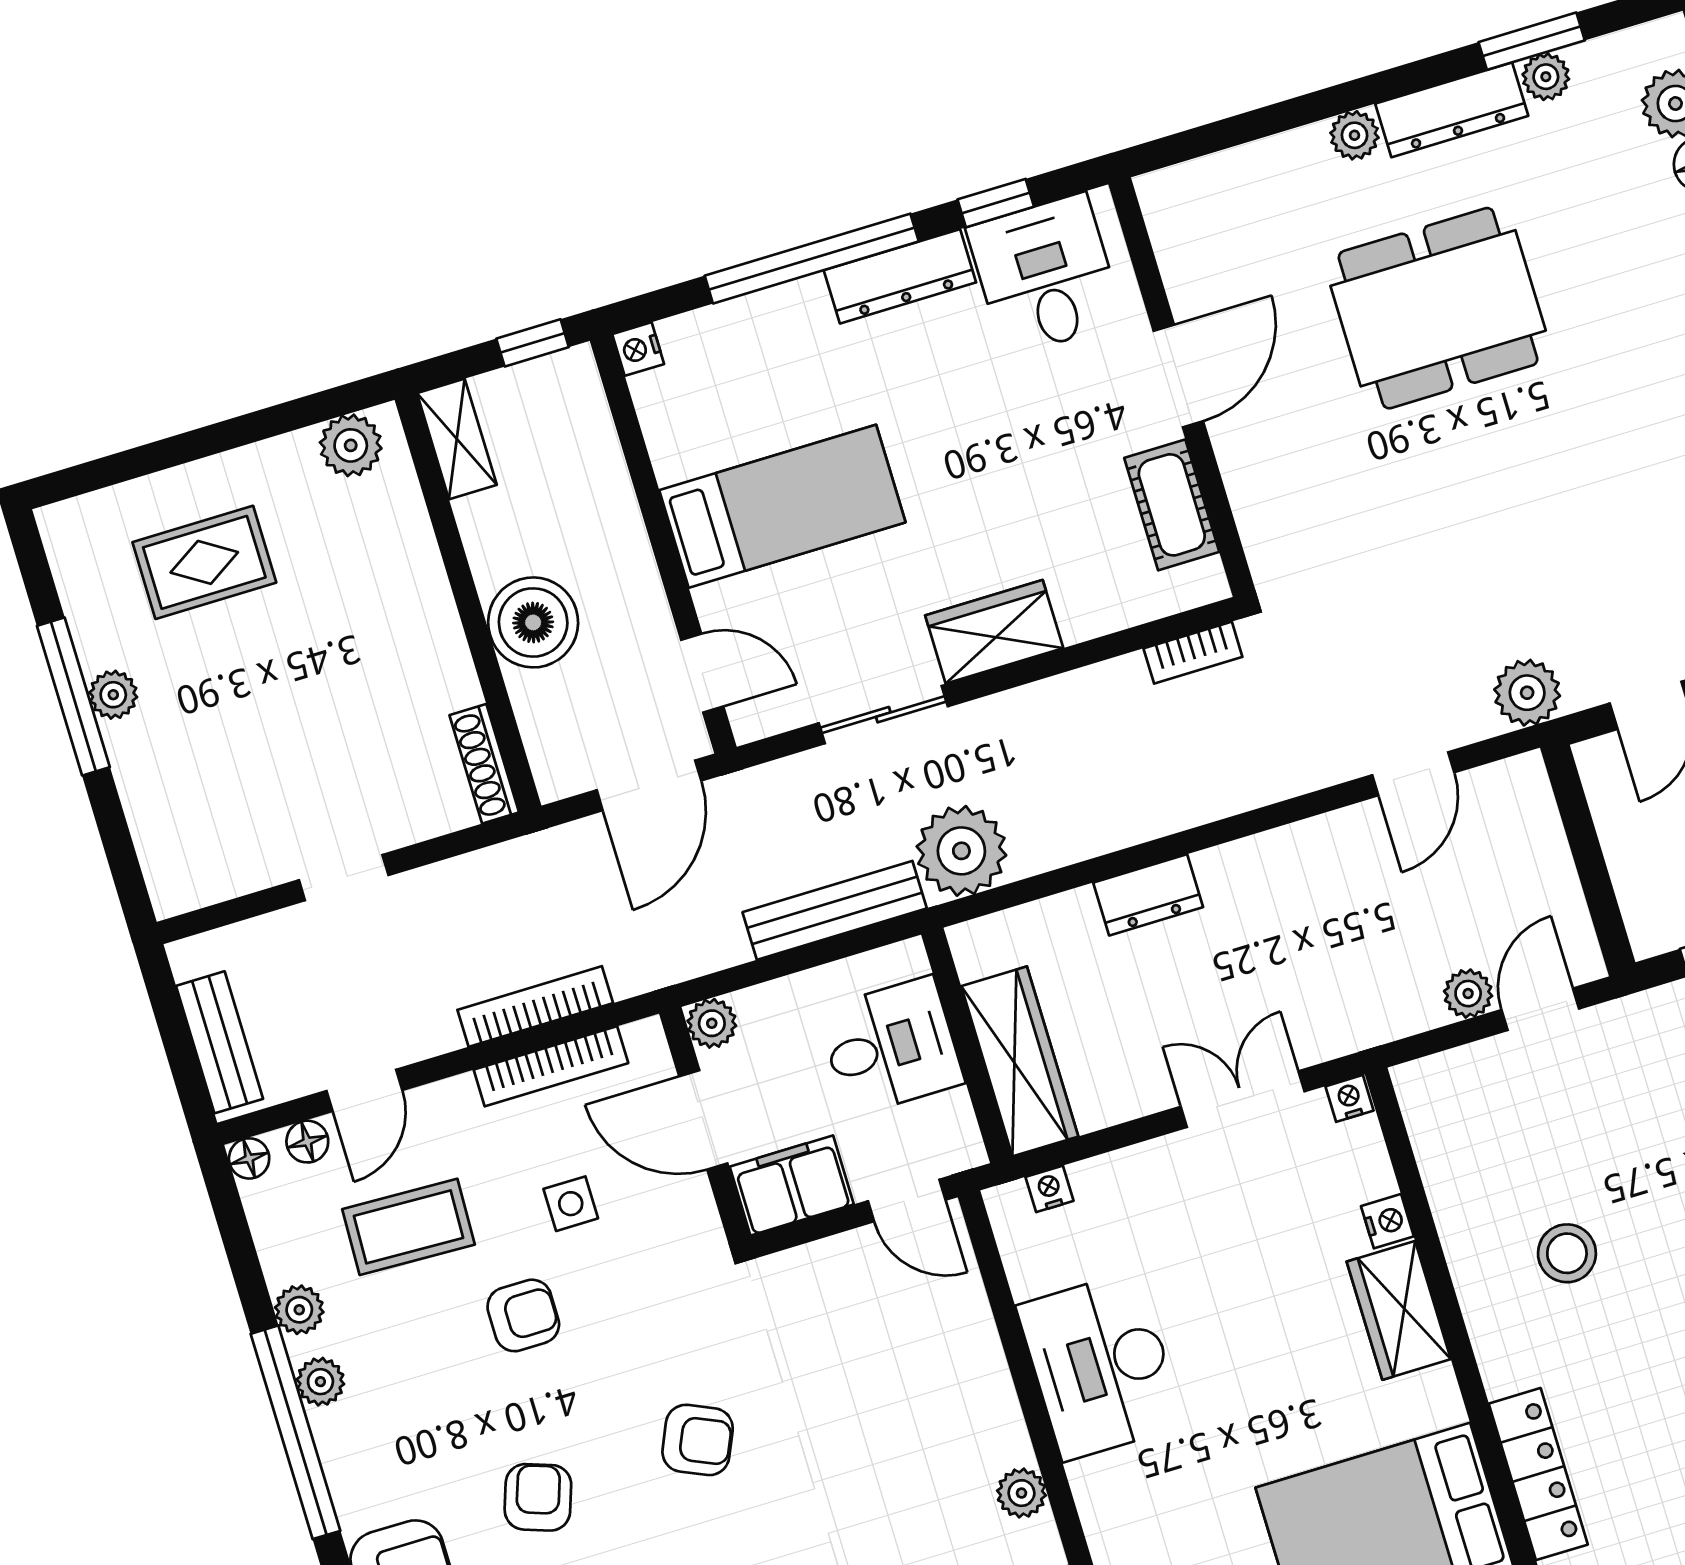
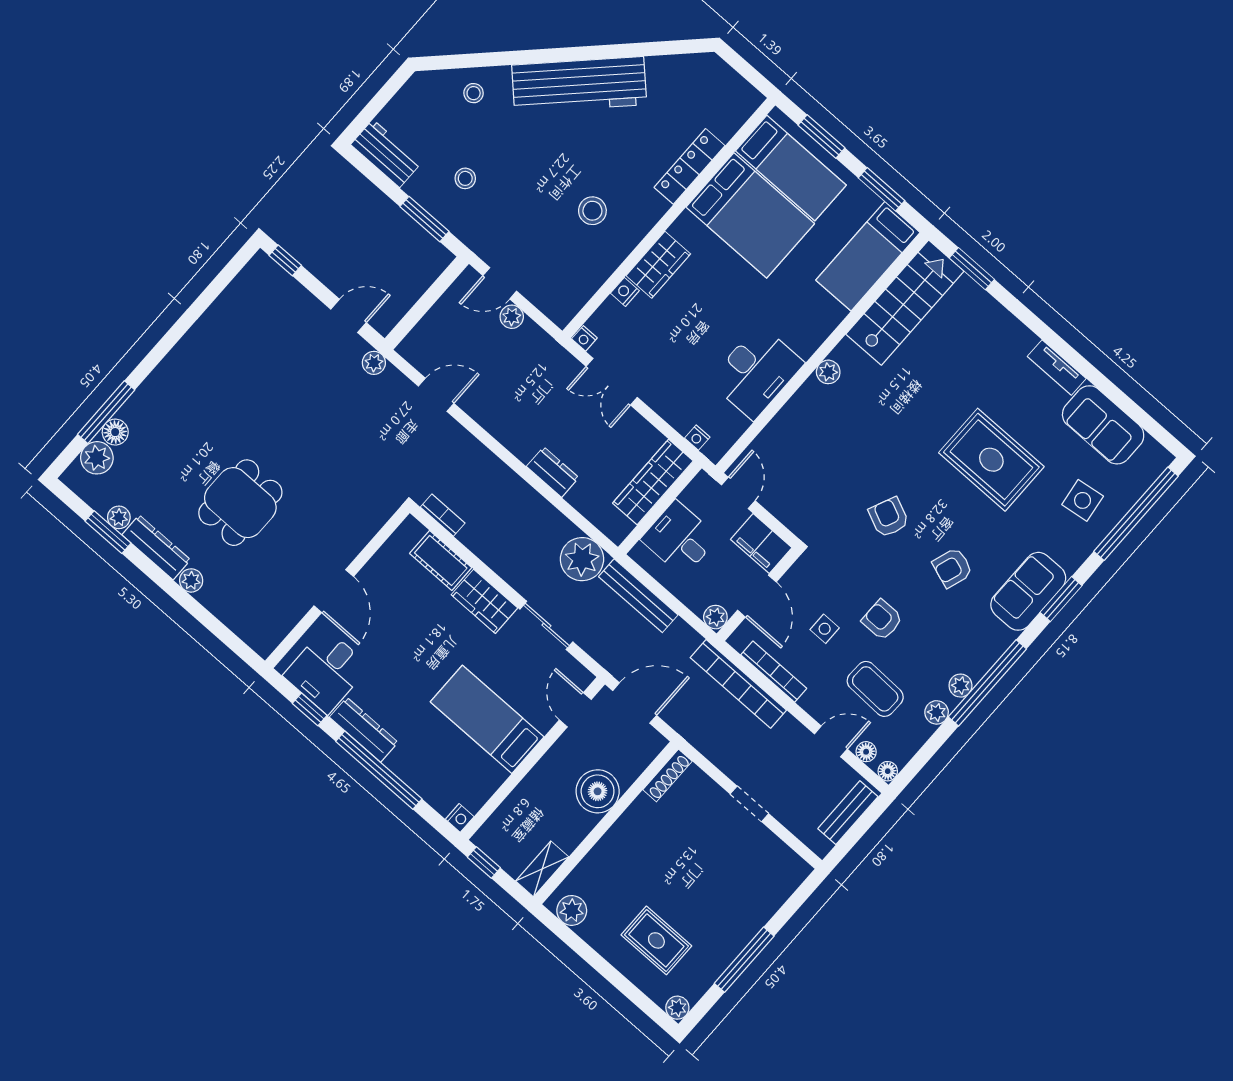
dining table: (1438, 308) -> (240, 503), width x0.73
door: (1178, 376) -> (334, 591), swing flipped
cot: (1172, 505) -> (441, 560), moved, turned 90
plant: (1527, 693) -> (374, 363), width x0.73, depth x0.73
plant: (113, 695) -> (677, 1008), moved
bookcase: (535, 1006) -> (738, 684), width x1.48, depth x1.31

